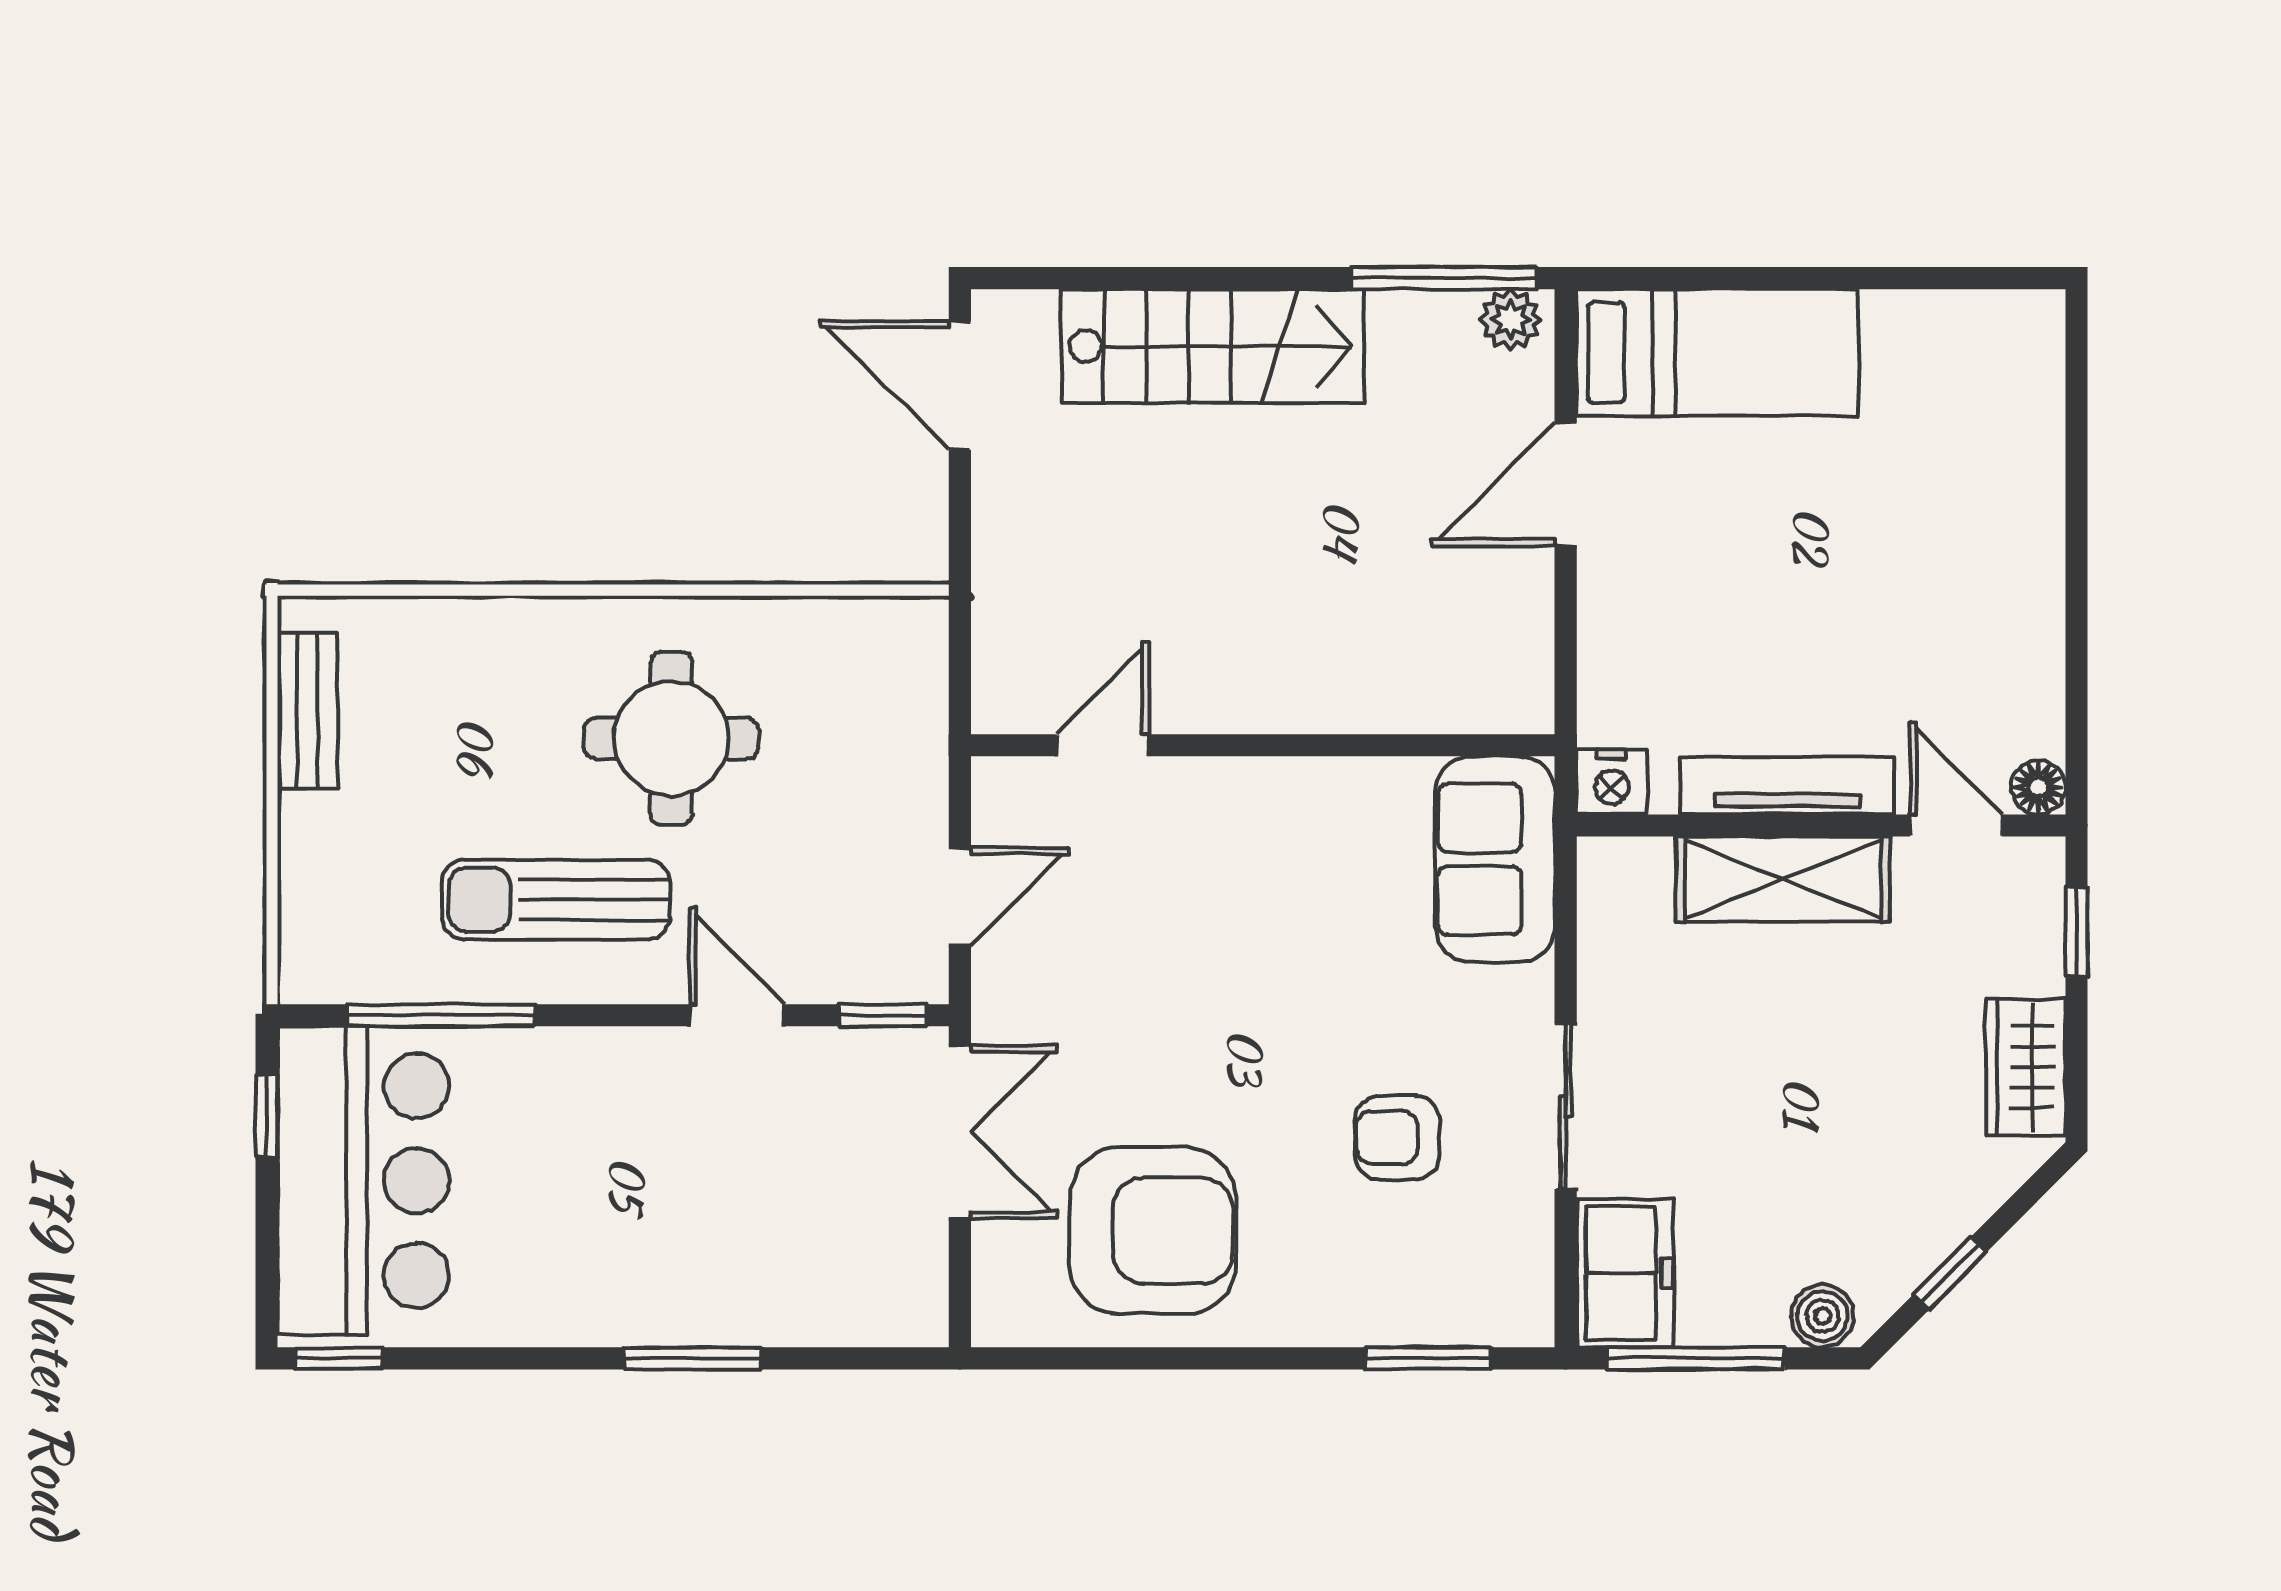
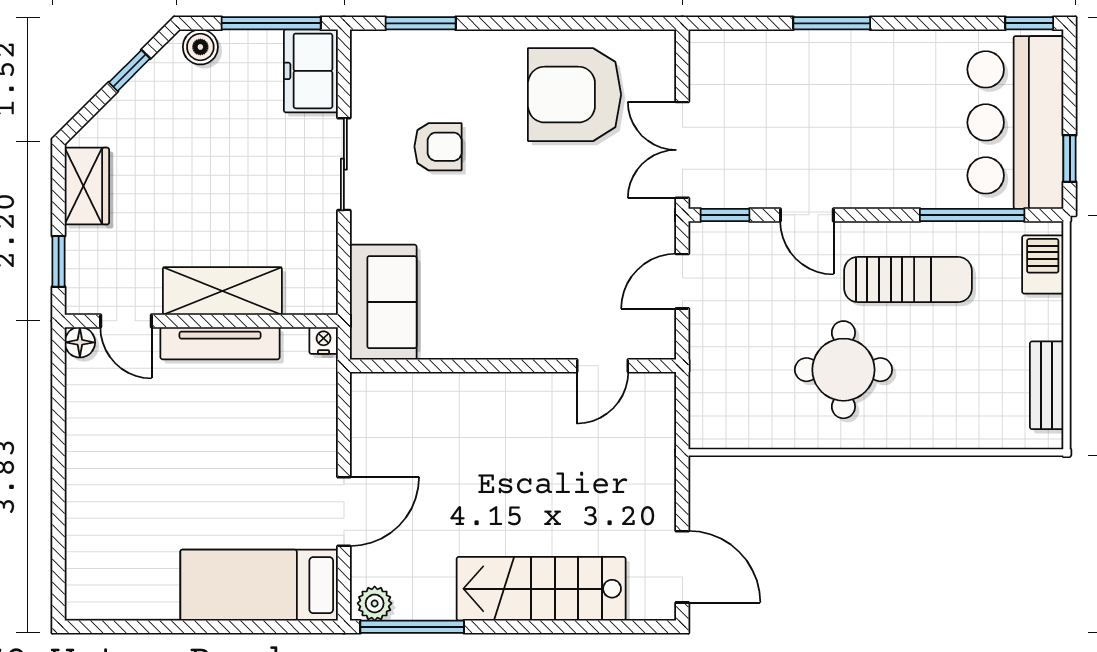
nightstand: (1612, 782) -> (324, 340), width x0.72, depth x0.74
barbecue: (314, 926) -> (1043, 265), added

